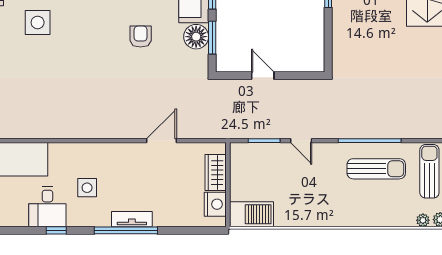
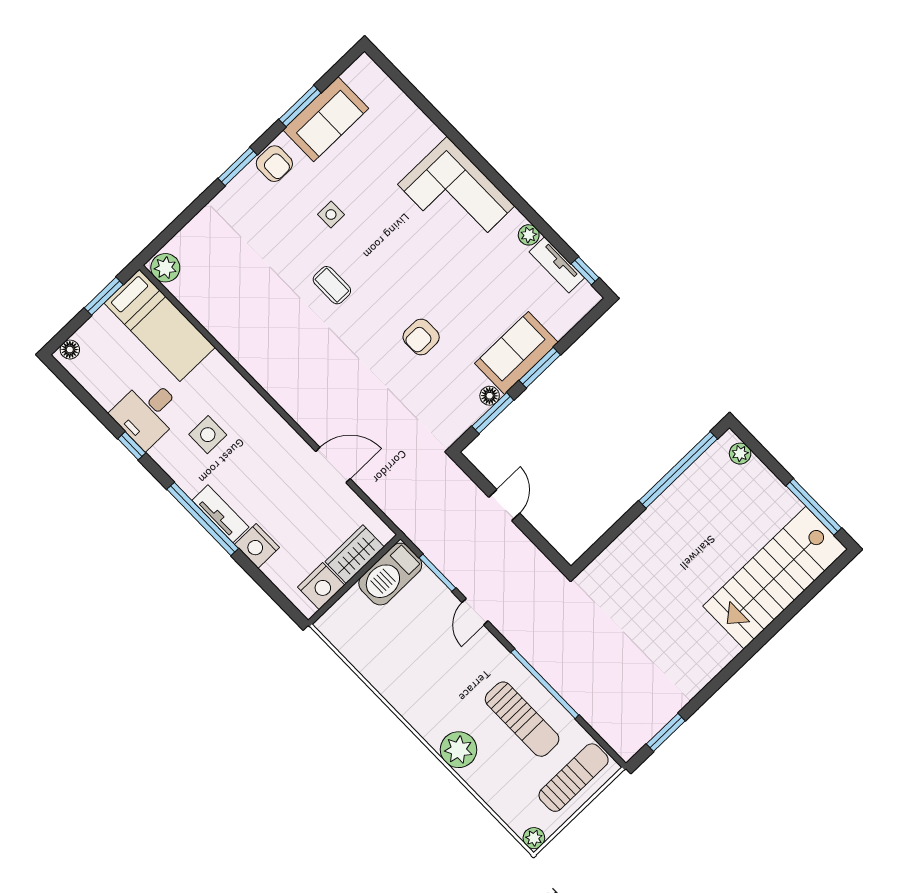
side table: (38, 22) -> (331, 214), width x0.54, depth x0.54
armchair: (141, 37) -> (421, 337), turned 180
floor lamp: (196, 37) -> (490, 396), width x0.53, depth x0.53
coffee table: (73, 56) -> (332, 285), added
barbecue: (252, 214) -> (390, 574), moved, turned 90
nightstand: (165, 217) -> (257, 546), added
plant: (423, 220) -> (459, 750), moved, width x1.88, depth x1.88

